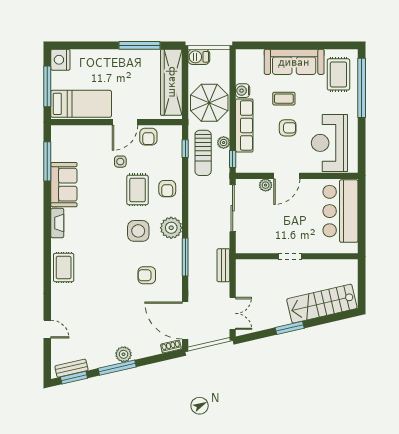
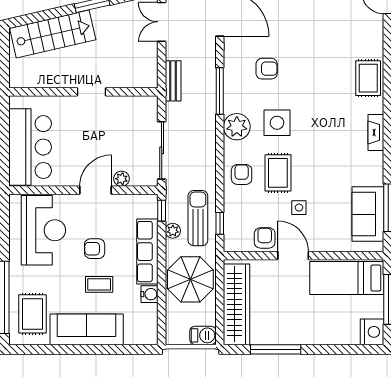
door: (125, 122) -> (293, 256), hinge flipped
sofa: (64, 185) -> (368, 214), moved

